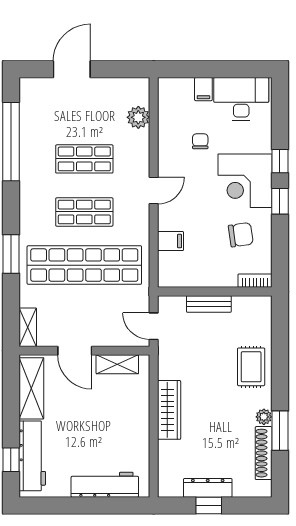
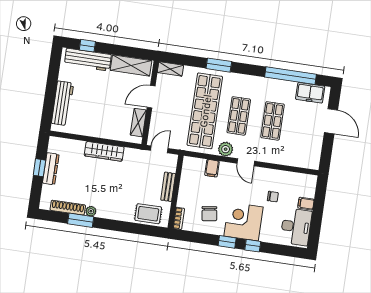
freezer: (33, 108) -> (310, 93), added
plant: (138, 117) -> (226, 149), moved
rug: (251, 367) -> (148, 214), moved

